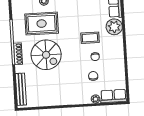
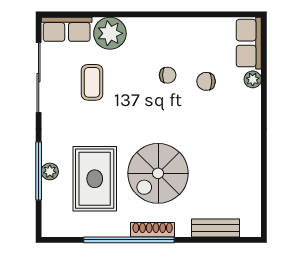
coffee table: (90, 38) -> (92, 82), moved
spiral stairs: (46, 55) -> (158, 173), turned 180
bench: (21, 89) -> (215, 228), width x0.73

